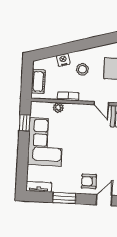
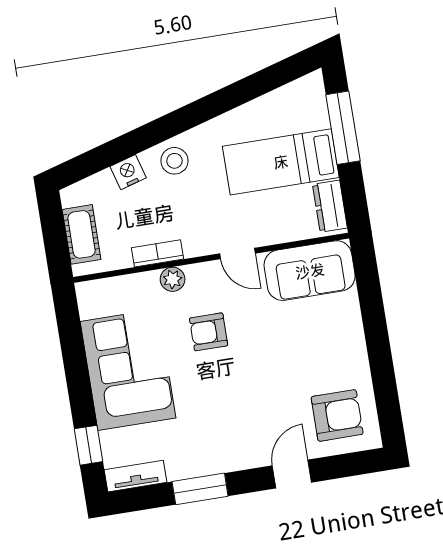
stool: (82, 69) -> (174, 161), moved
plant: (58, 108) -> (173, 279), moved
window: (25, 123) -> (89, 445), moved
armchair: (89, 181) -> (209, 332), moved

